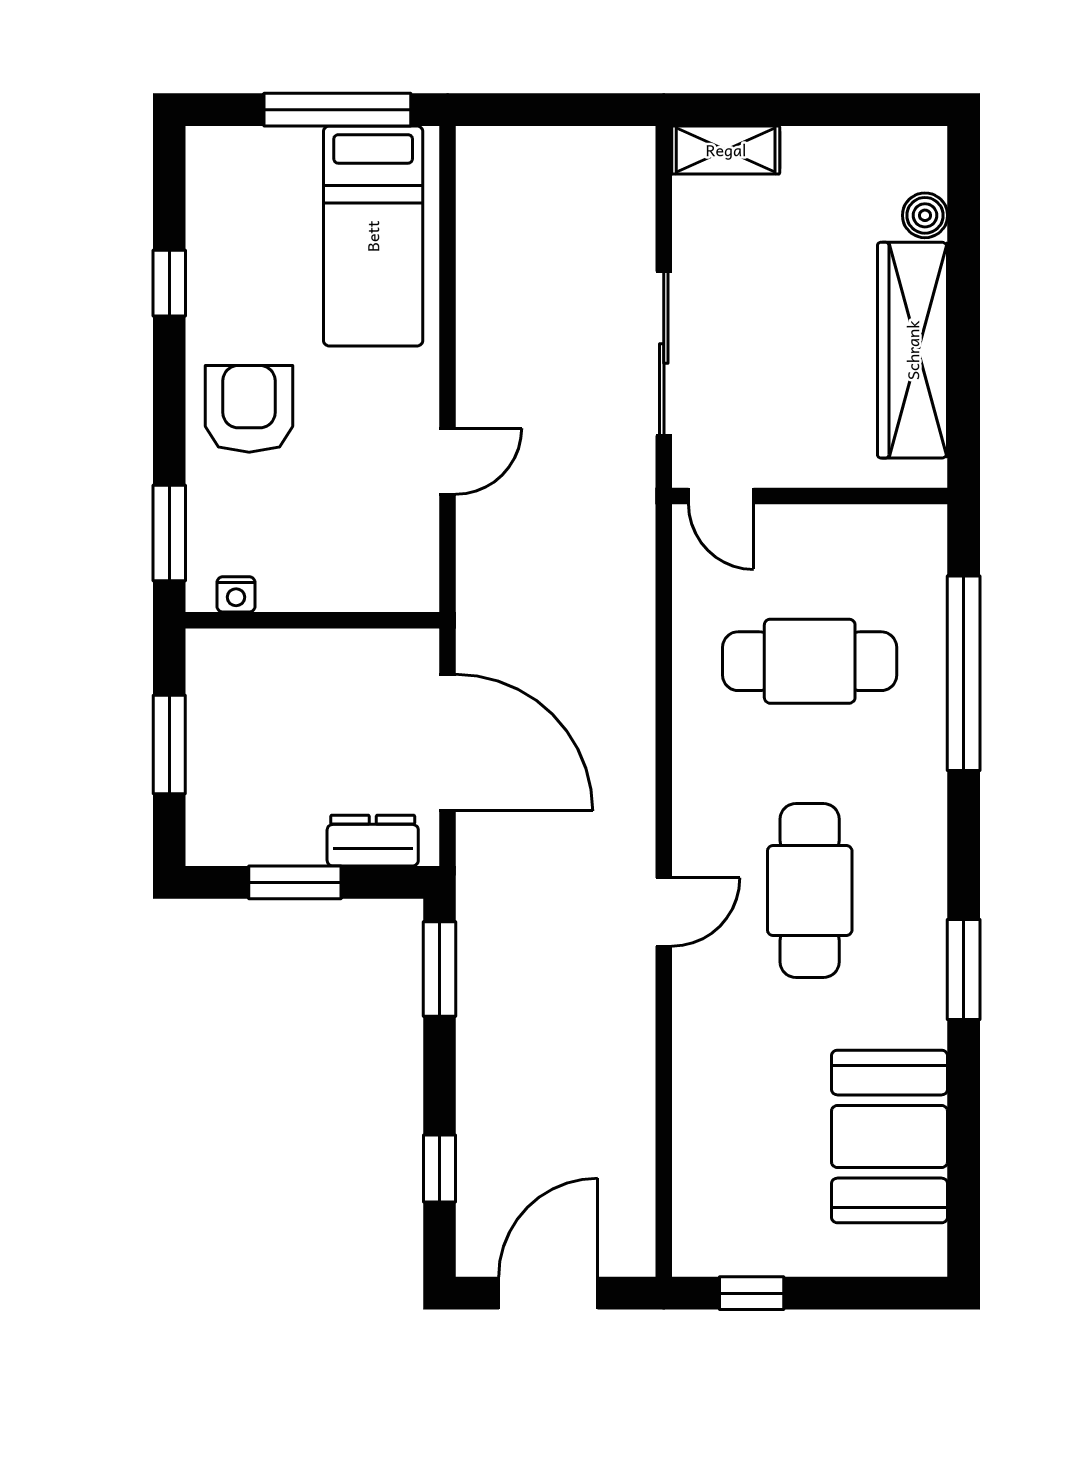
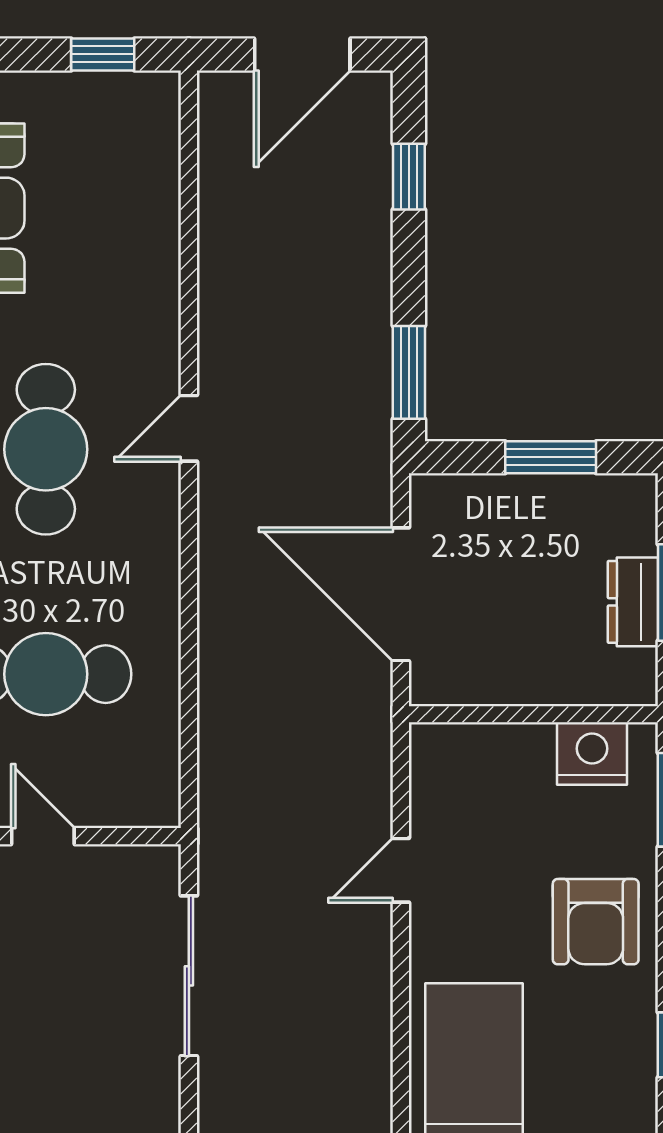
door: (721, 496) -> (43, 836), moved
nightstand: (236, 594) -> (592, 754), width x1.89, depth x1.79
dresser: (373, 841) -> (633, 602), moved, turned 90

